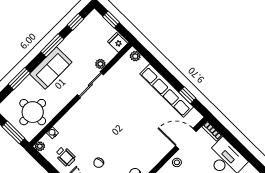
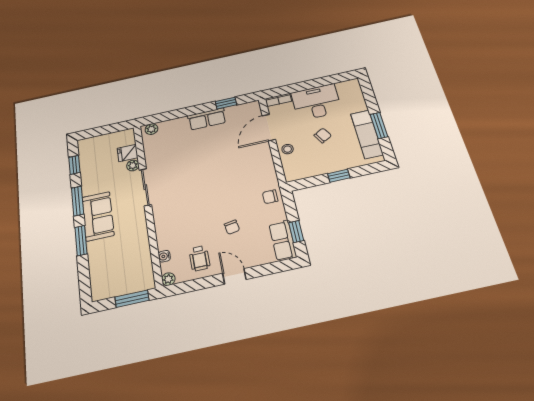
window: (111, 19) -> (100, 131), removed
fridge: (118, 42) -> (128, 153), moved
window: (19, 79) -> (81, 241), moved
row of seats: (167, 90) -> (207, 119), width x0.50
round table: (33, 112) -> (127, 263), removed
wheelchair: (65, 156) -> (199, 258), turned 90

